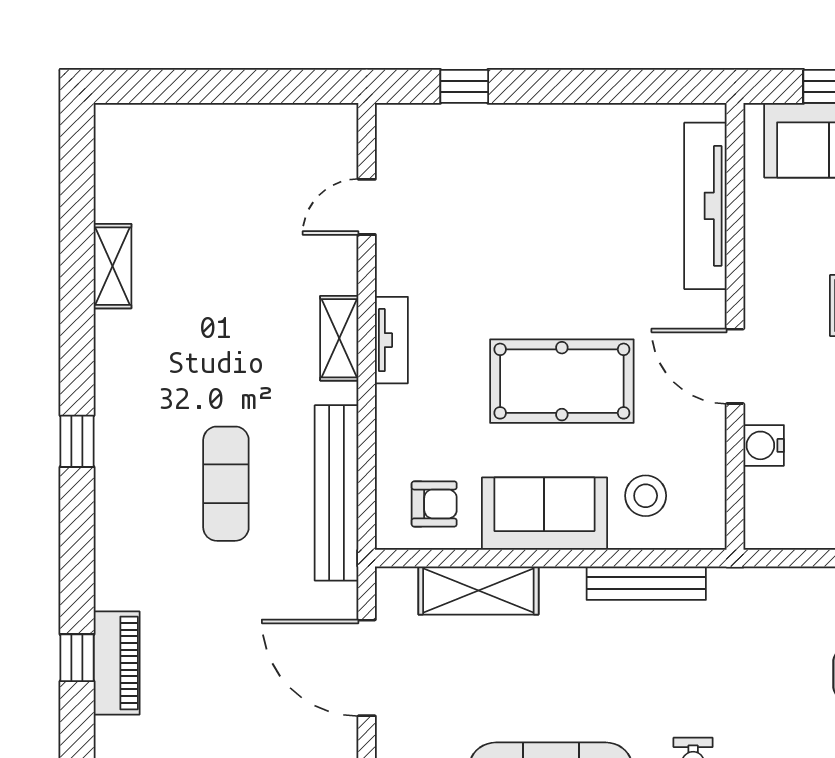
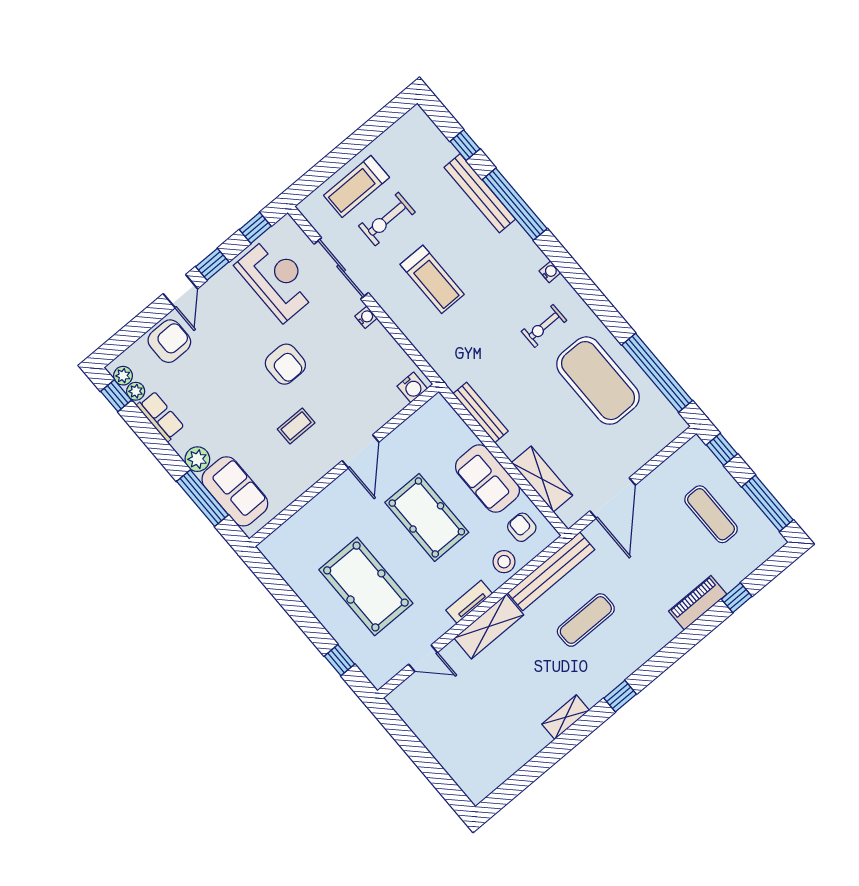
tv unit: (705, 206) -> (305, 519), removed
pool table: (537, 212) -> (366, 586), added
shelving: (112, 266) -> (566, 717), moved
shelving: (339, 338) -> (489, 627), width x1.50, depth x1.33
water cooler: (764, 445) -> (412, 387), moved
stool: (646, 496) -> (504, 562), moved
window: (77, 658) -> (737, 598), moved

